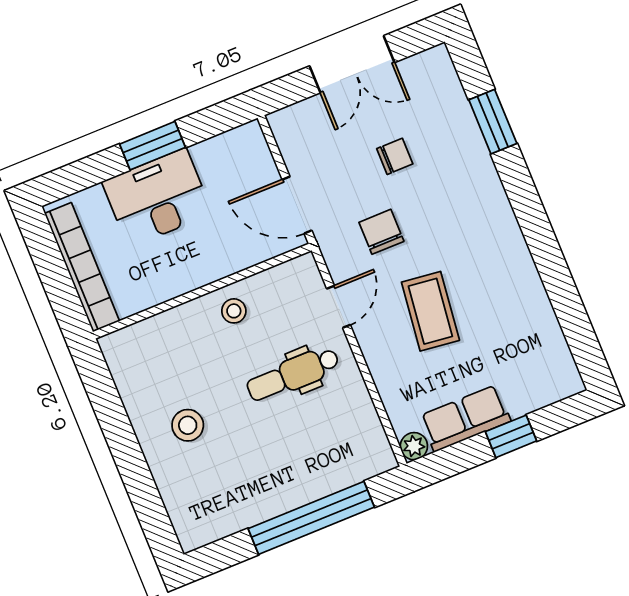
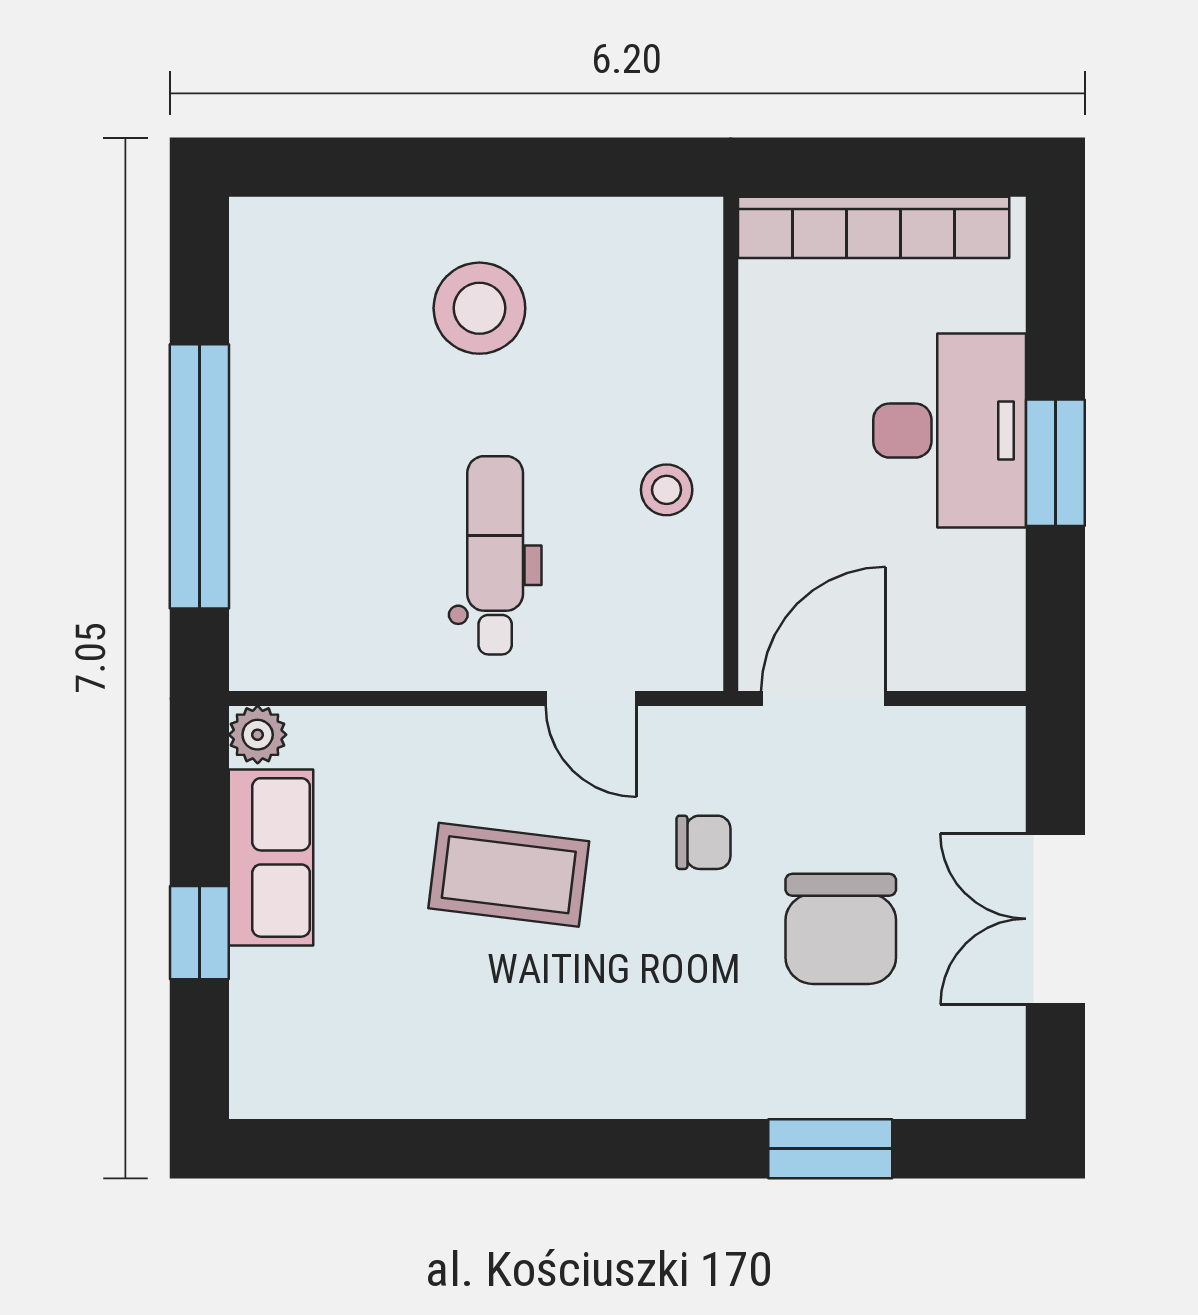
chair: (395, 156) -> (841, 929), width x1.87, depth x1.87
chair: (381, 232) -> (703, 842), width x0.73, depth x0.73
stool: (188, 425) -> (479, 308), width x1.38, depth x1.38

